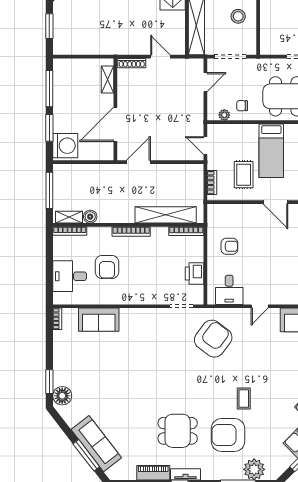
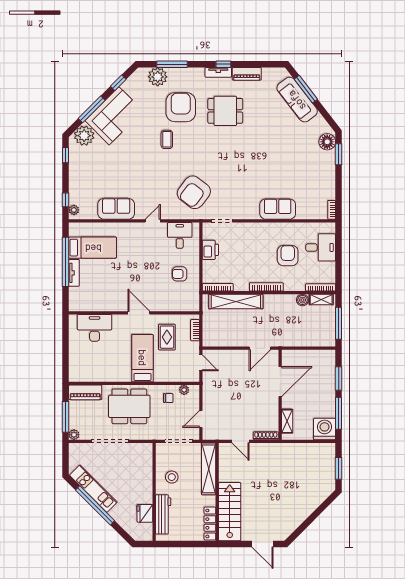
washing machine: (65, 146) -> (325, 429), moved, turned 90
sofa: (99, 320) -> (278, 209), moved
armchair: (228, 435) -> (181, 107), turned -90

